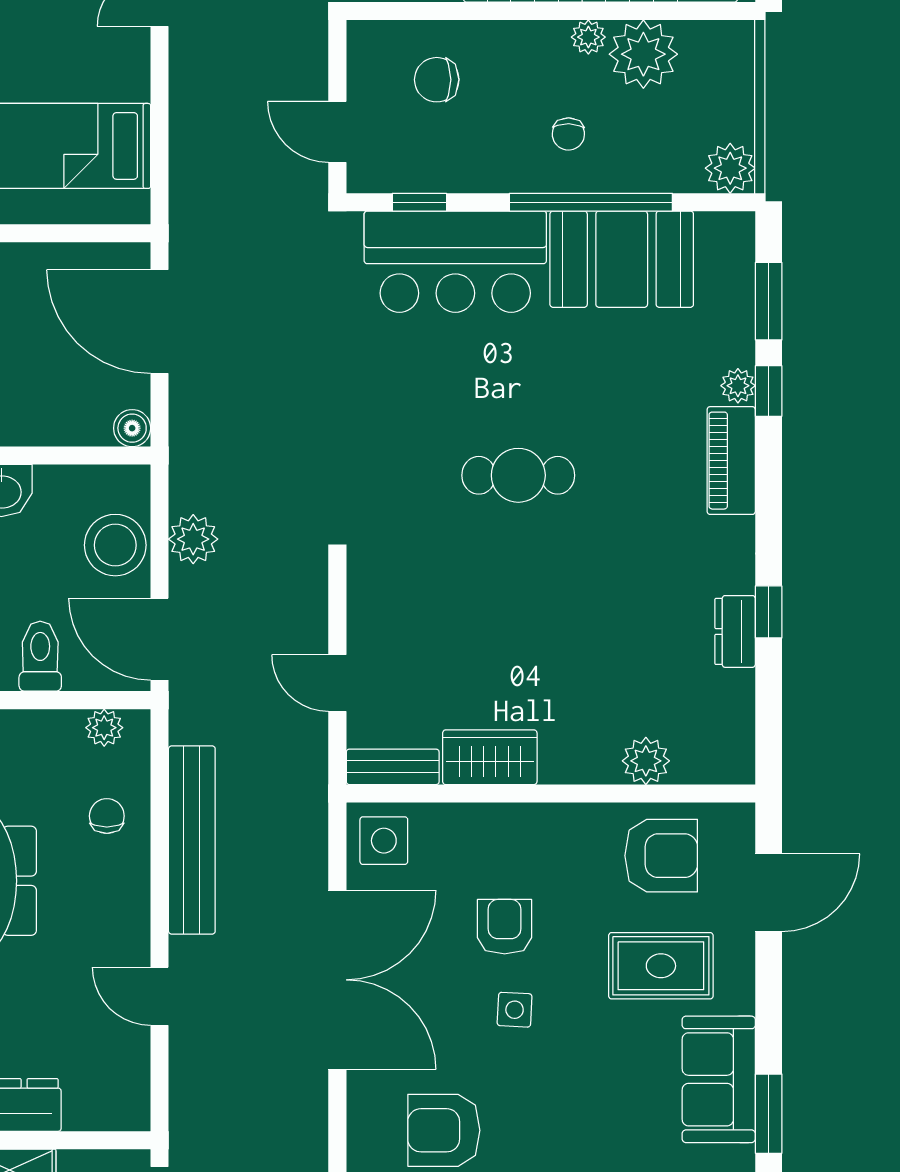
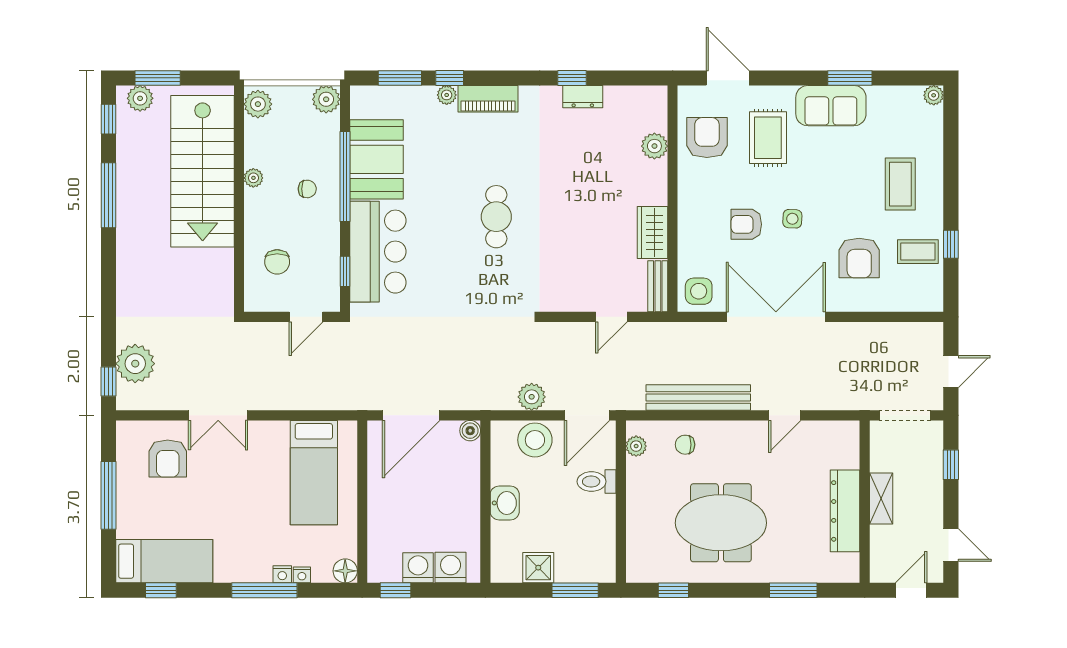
plant: (643, 54) -> (258, 104), moved, width x0.73, depth x0.73

